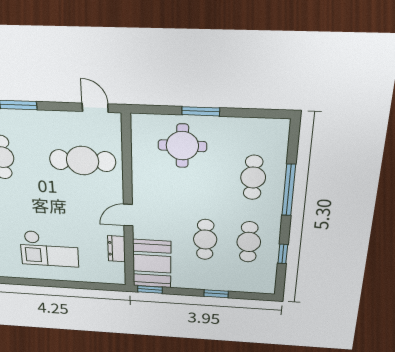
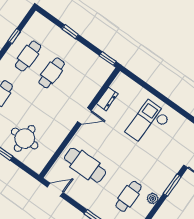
door: (95, 108) -> (55, 190), swing flipped
checkout: (49, 249) -> (148, 124), turned -90
booth: (152, 264) -> (94, 76), removed

